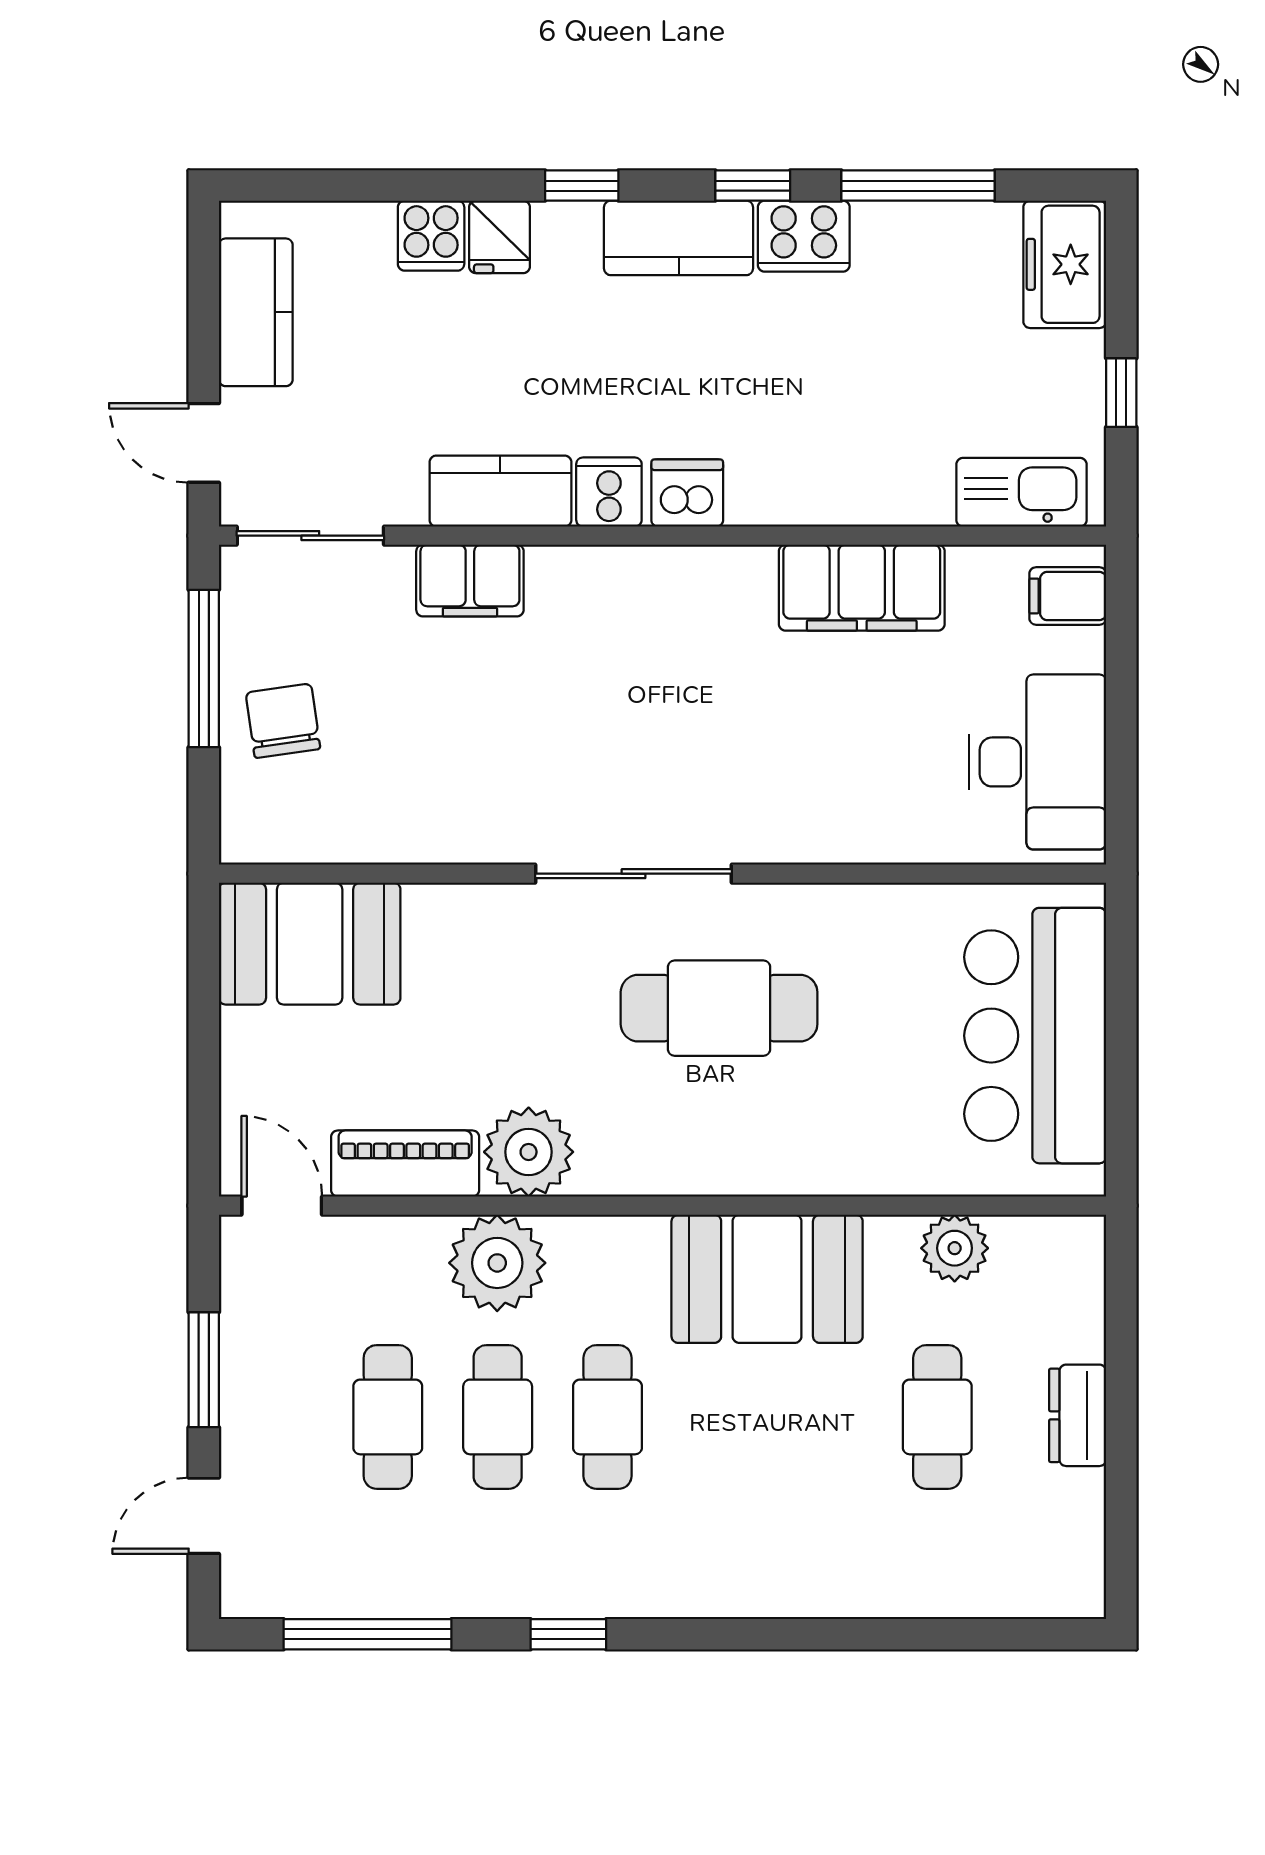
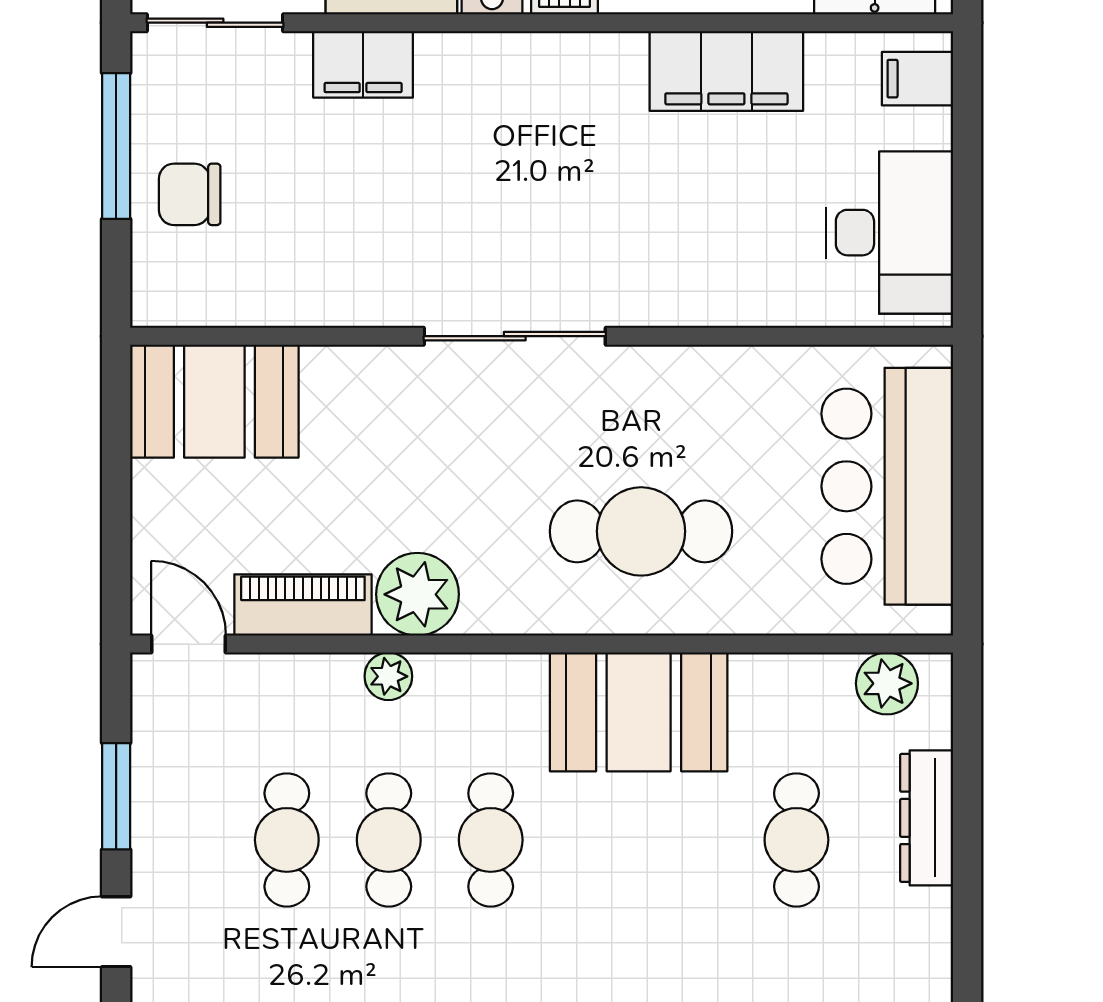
chair: (283, 721) -> (190, 194), turned -82
cafe table: (719, 1008) -> (641, 531), moved
plant: (955, 1248) -> (887, 683), moved
plant: (497, 1263) -> (388, 676), width x0.53, depth x0.53
dresser: (1078, 1415) -> (927, 818), width x1.44

